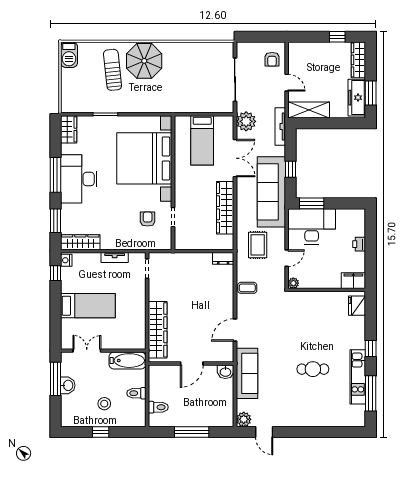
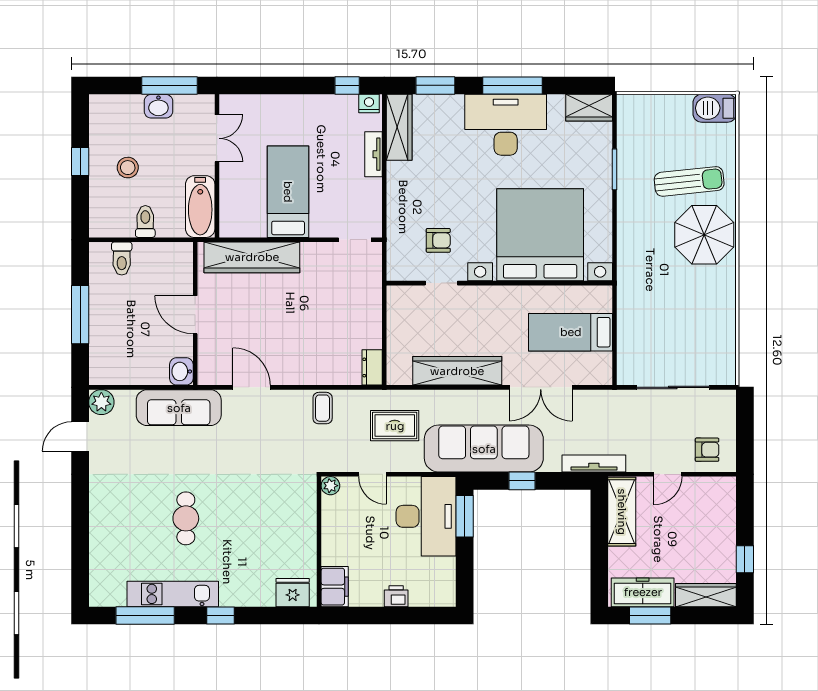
armchair: (272, 59) -> (707, 450), turned 180
plant: (246, 121) -> (603, 406), removed
tv unit: (115, 258) -> (373, 154), moved
bed: (88, 306) -> (288, 192), moved, turned 180

